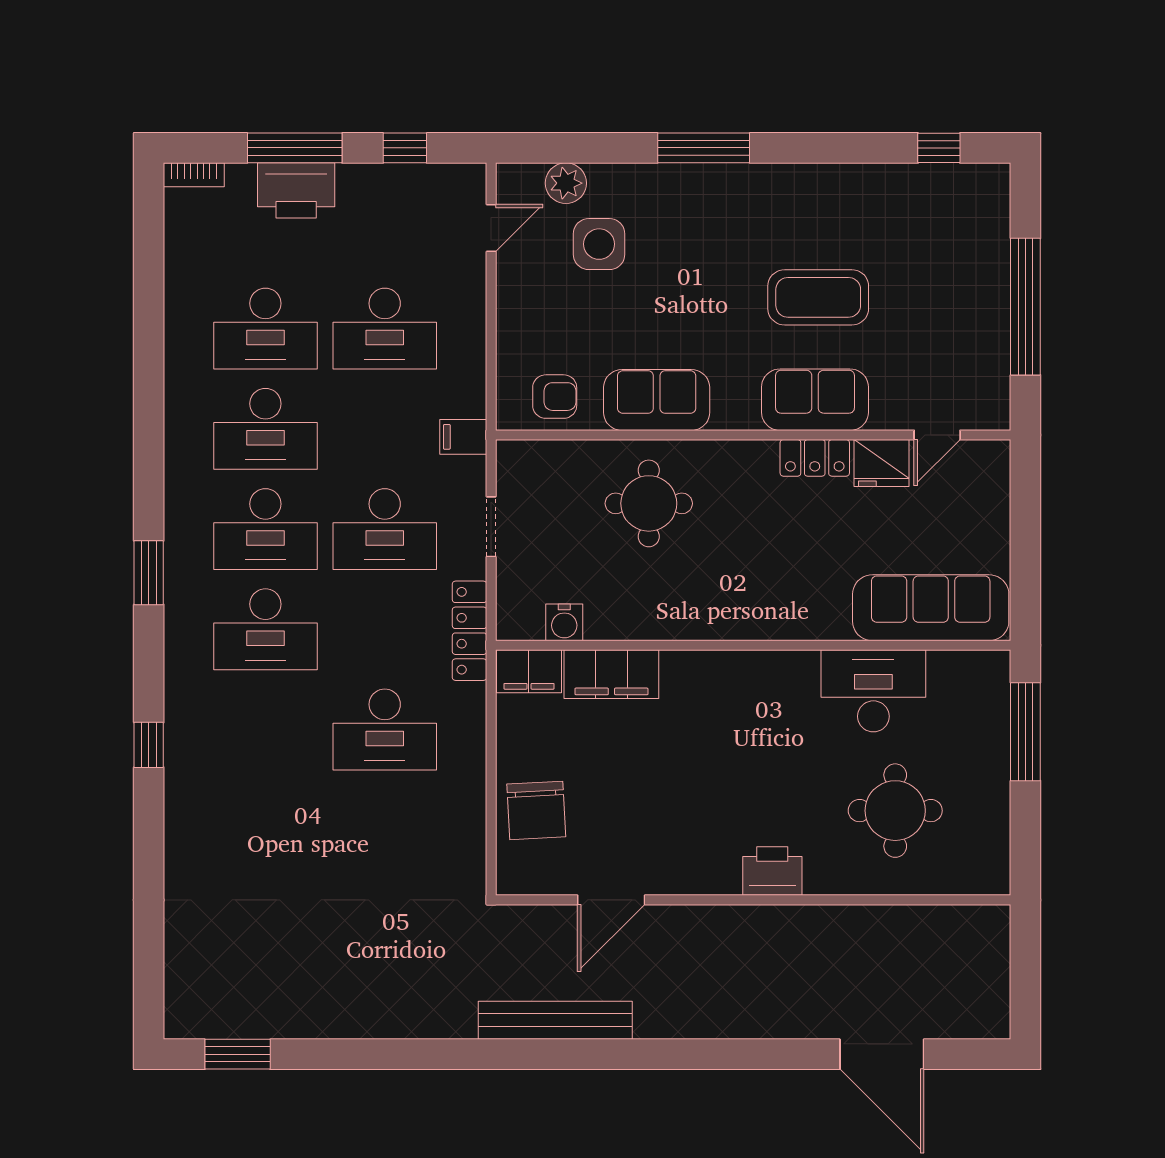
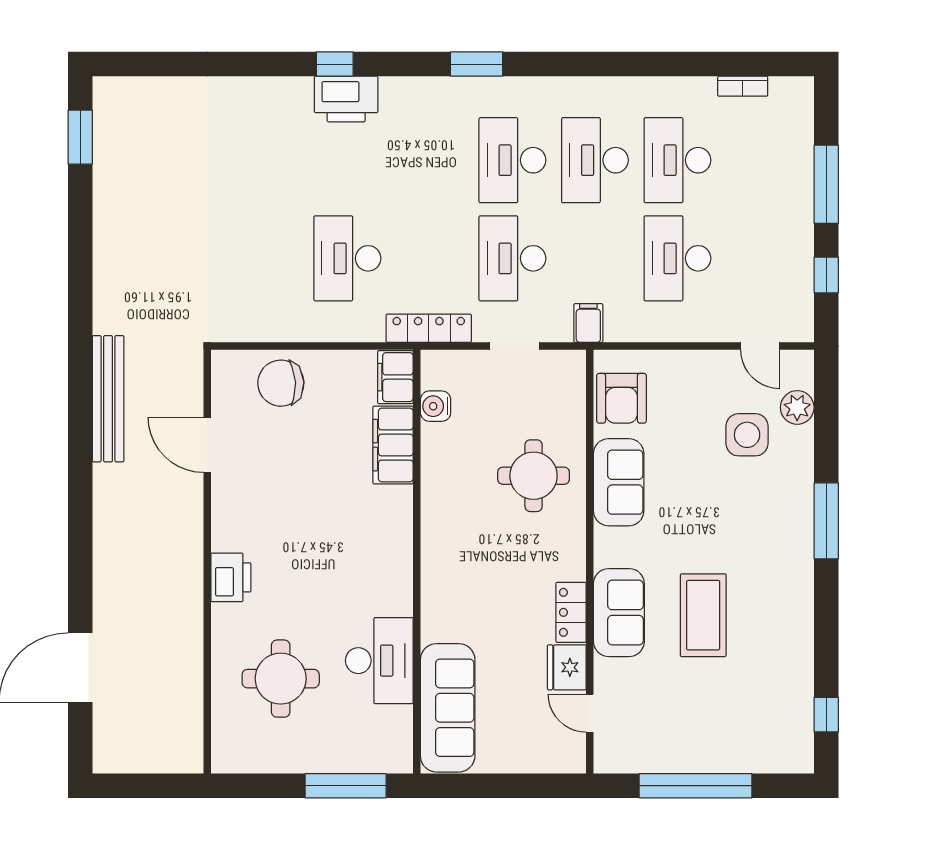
bookcase: (194, 175) -> (743, 86), moved, turned -90
printer: (296, 190) -> (346, 99), moved, turned -90
armchair: (555, 397) -> (622, 398), width x1.38, depth x1.38
desk: (265, 629) -> (430, 160), removed

